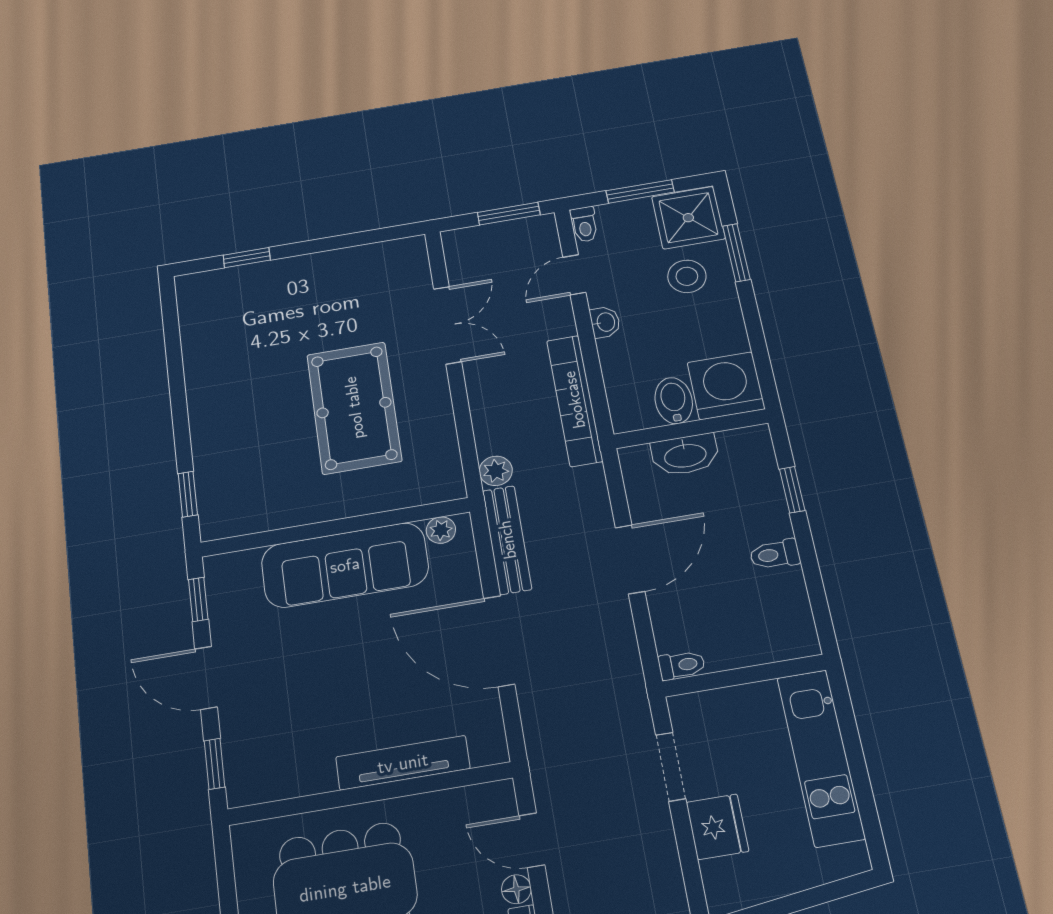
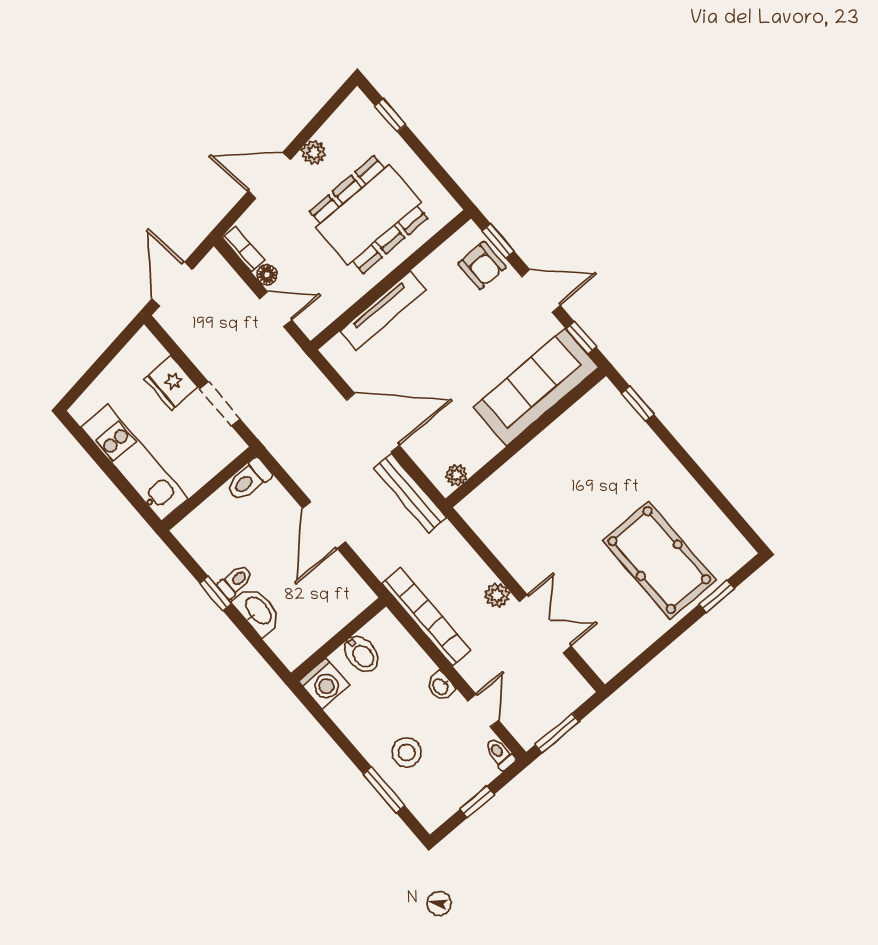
window: (640, 191) -> (477, 802), width x0.67
shower: (688, 218) -> (432, 799), removed
double door: (447, 325) -> (545, 624), swing flipped
washing machine: (726, 386) -> (324, 683), width x0.73, depth x0.73
pool table: (354, 408) -> (659, 560), moved
washbasin: (685, 455) -> (258, 611), moved, turned 90
plant: (496, 471) -> (497, 595), moved
window: (792, 490) -> (216, 594), moved
sofa: (345, 565) -> (536, 387), moved
toilet: (682, 665) -> (249, 480), width x1.37, depth x1.39
armchair: (252, 747) -> (482, 266), added

